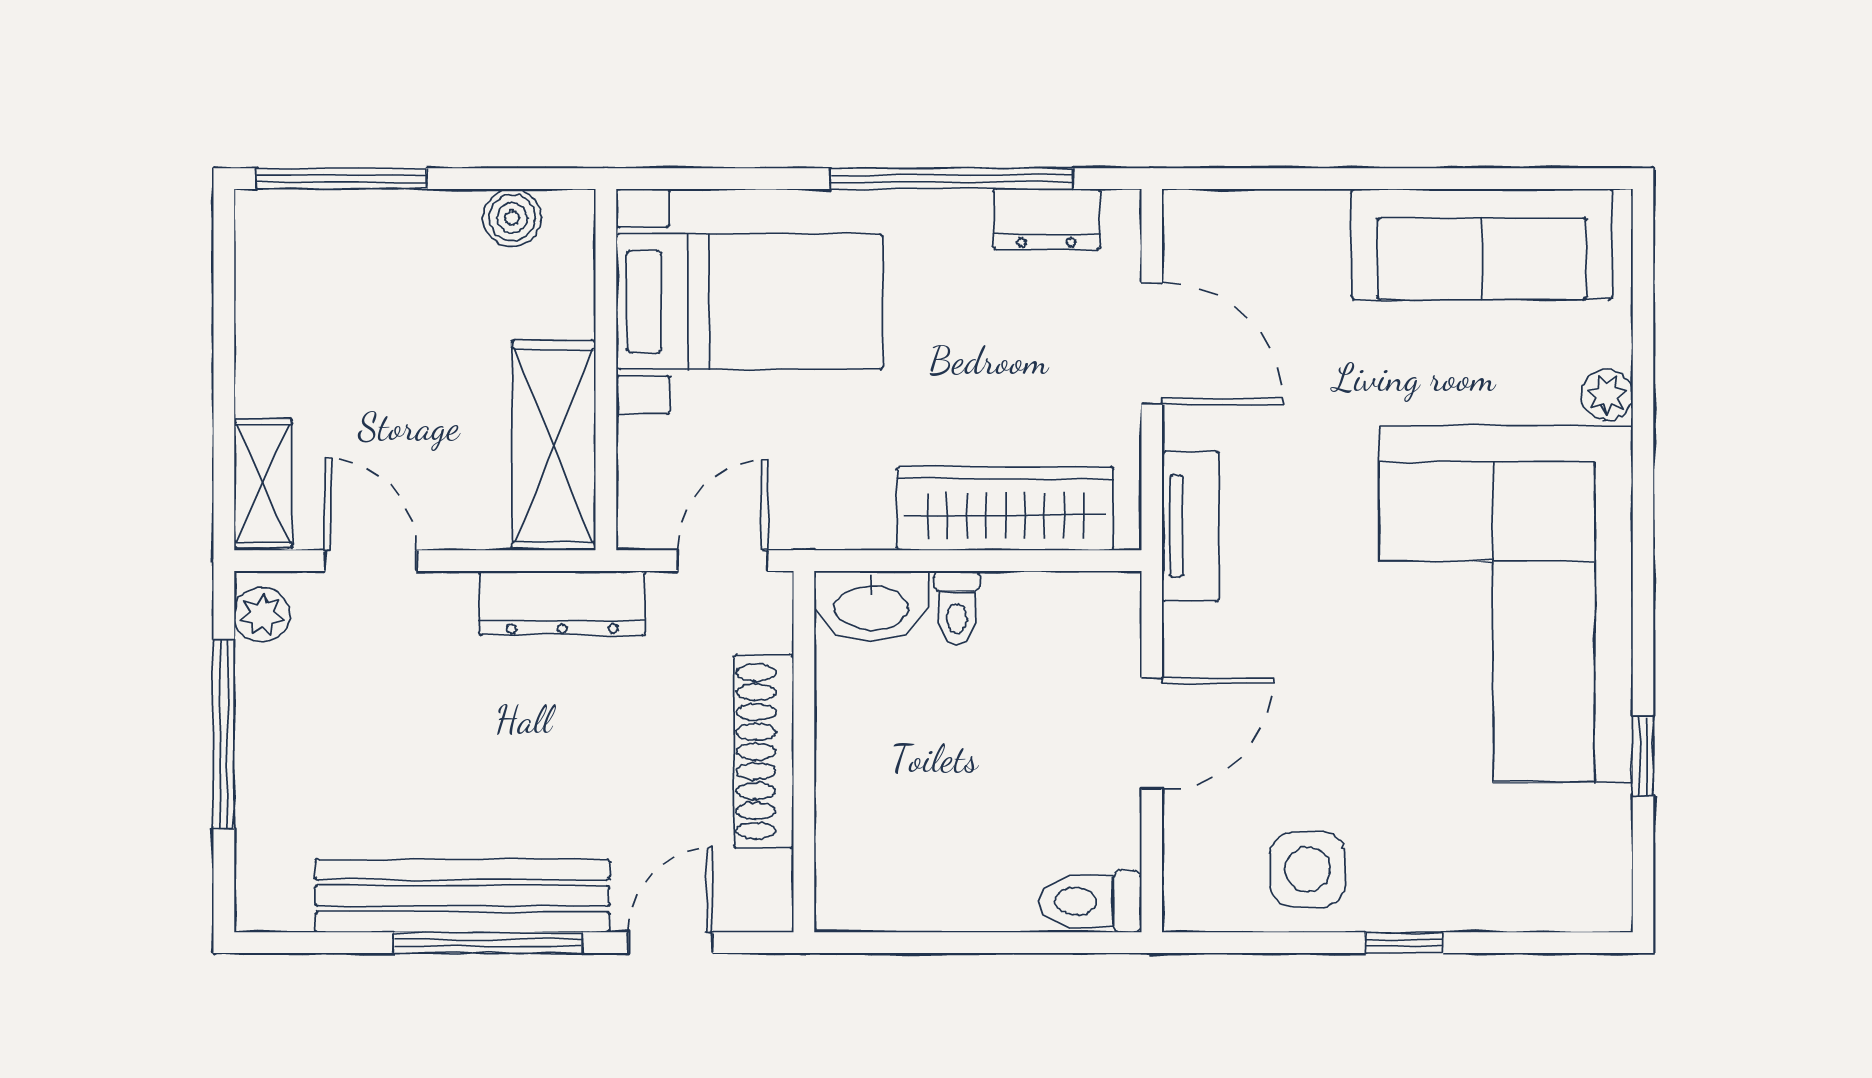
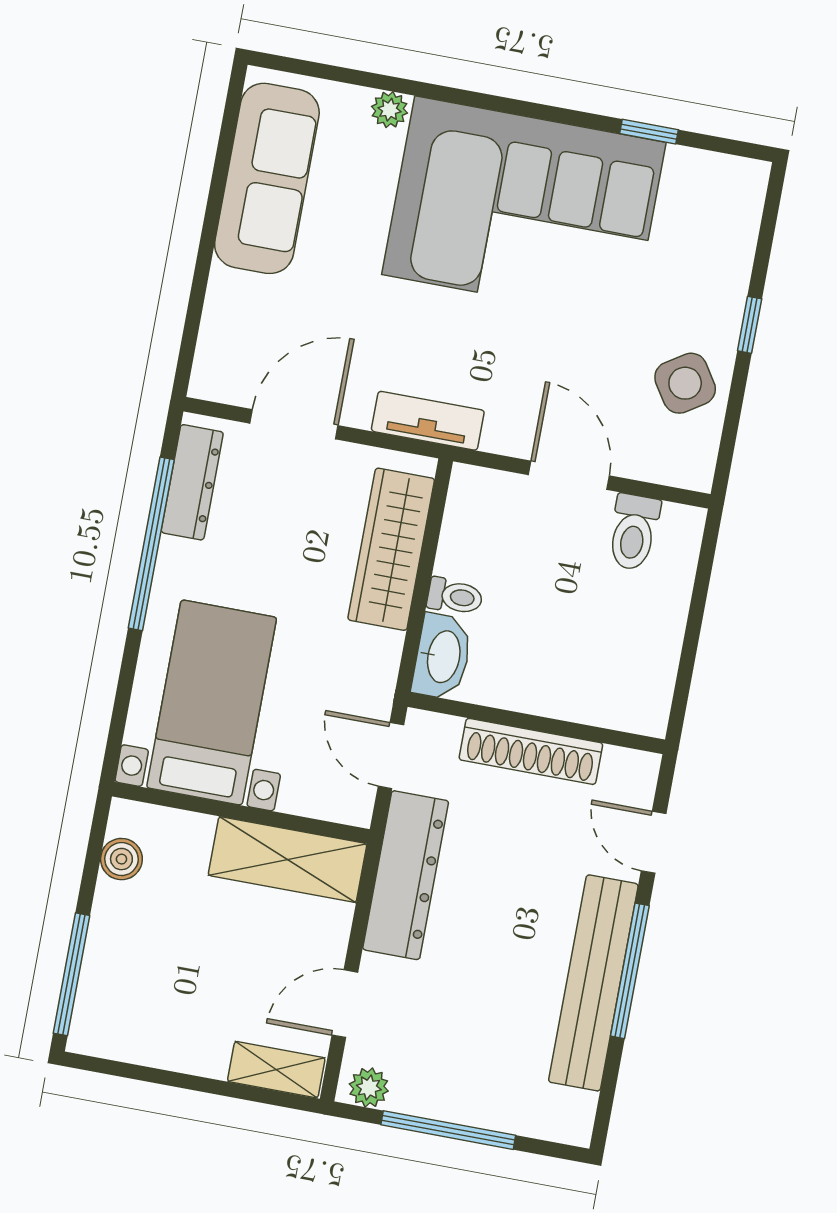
dresser: (1046, 219) -> (192, 482), width x1.44
dresser: (562, 603) -> (406, 875), width x1.37, depth x1.24
side table: (1307, 869) -> (685, 383), turned -33
toilet: (1090, 901) -> (634, 532), moved

